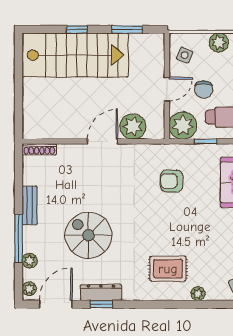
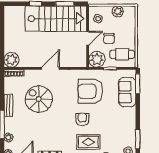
stairs: (75, 55) -> (56, 19), moved
plant: (133, 126) -> (11, 60), moved
armchair: (172, 181) -> (90, 91), width x1.88, depth x1.88
armchair: (158, 229) -> (82, 119), added
spiral stairs: (88, 235) -> (39, 99), moved

